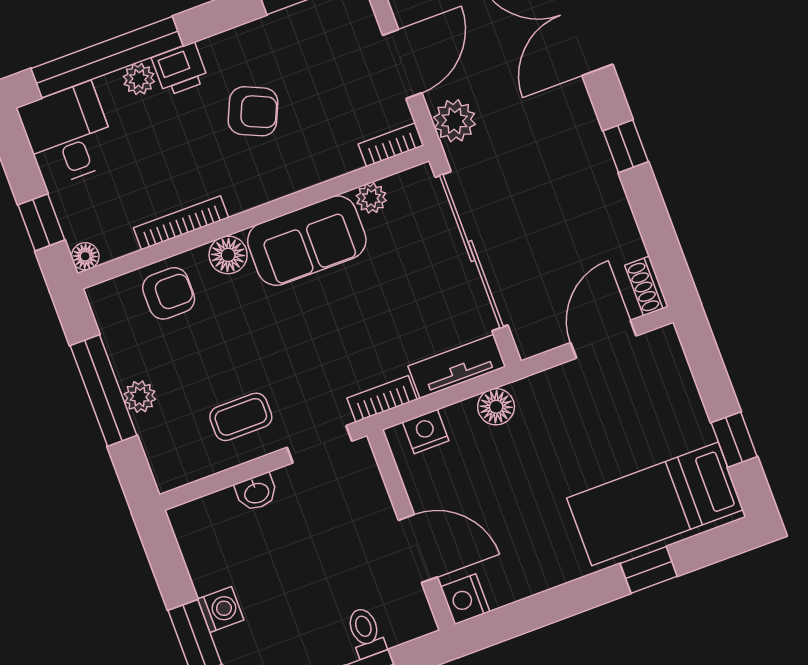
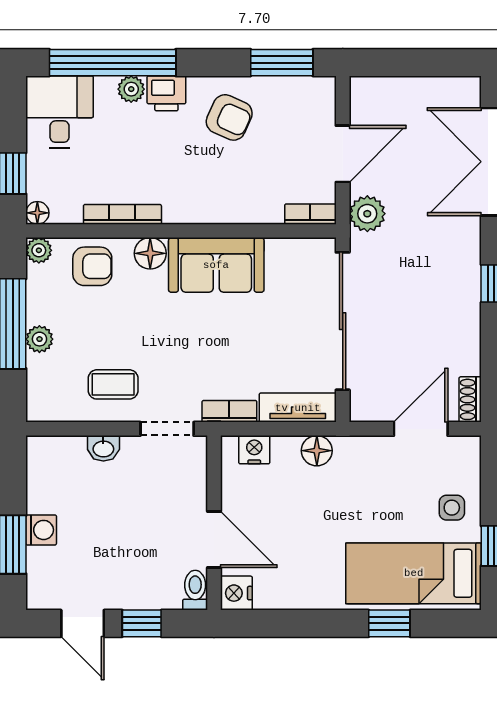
armchair: (253, 111) -> (229, 117), moved
plant: (371, 198) -> (39, 250), moved
side table: (671, 415) -> (452, 508), added
toilet: (366, 632) -> (195, 590), moved

